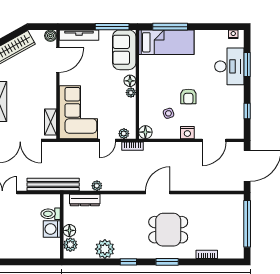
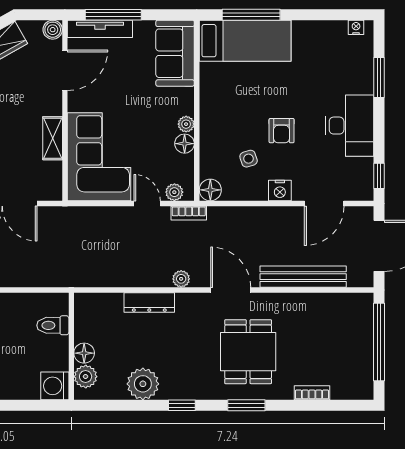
window: (112, 27) -> (113, 15), moved
desk: (229, 66) -> (350, 126), moved
floor lamp: (130, 81) -> (185, 144), moved
window: (247, 111) -> (379, 176), moved
shelving: (50, 122) -> (53, 138), moved
door: (107, 140) -> (147, 203), swing flipped
bench: (53, 184) -> (303, 277), moved
plant: (97, 186) -> (181, 279), moved
door: (158, 192) -> (231, 290), hinge flipped
dresser: (85, 200) -> (149, 302), moved
washing machine: (52, 229) -> (55, 386), moved
dining table: (168, 230) -> (248, 352), turned 90

